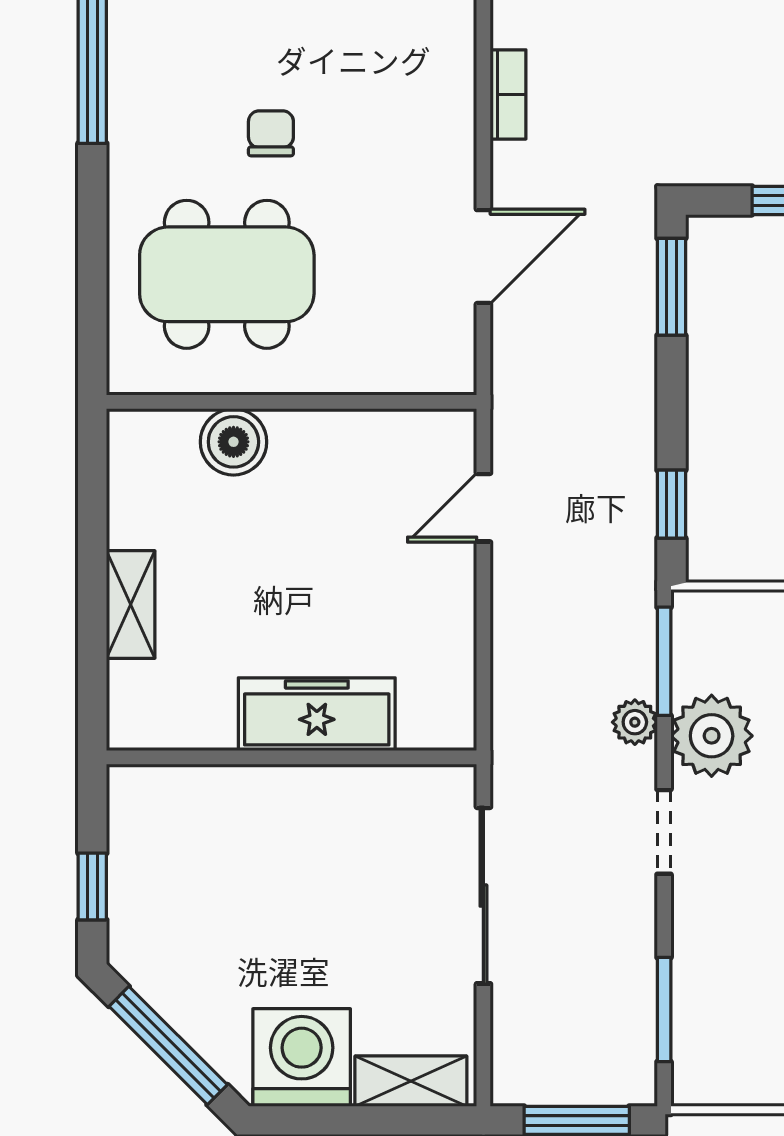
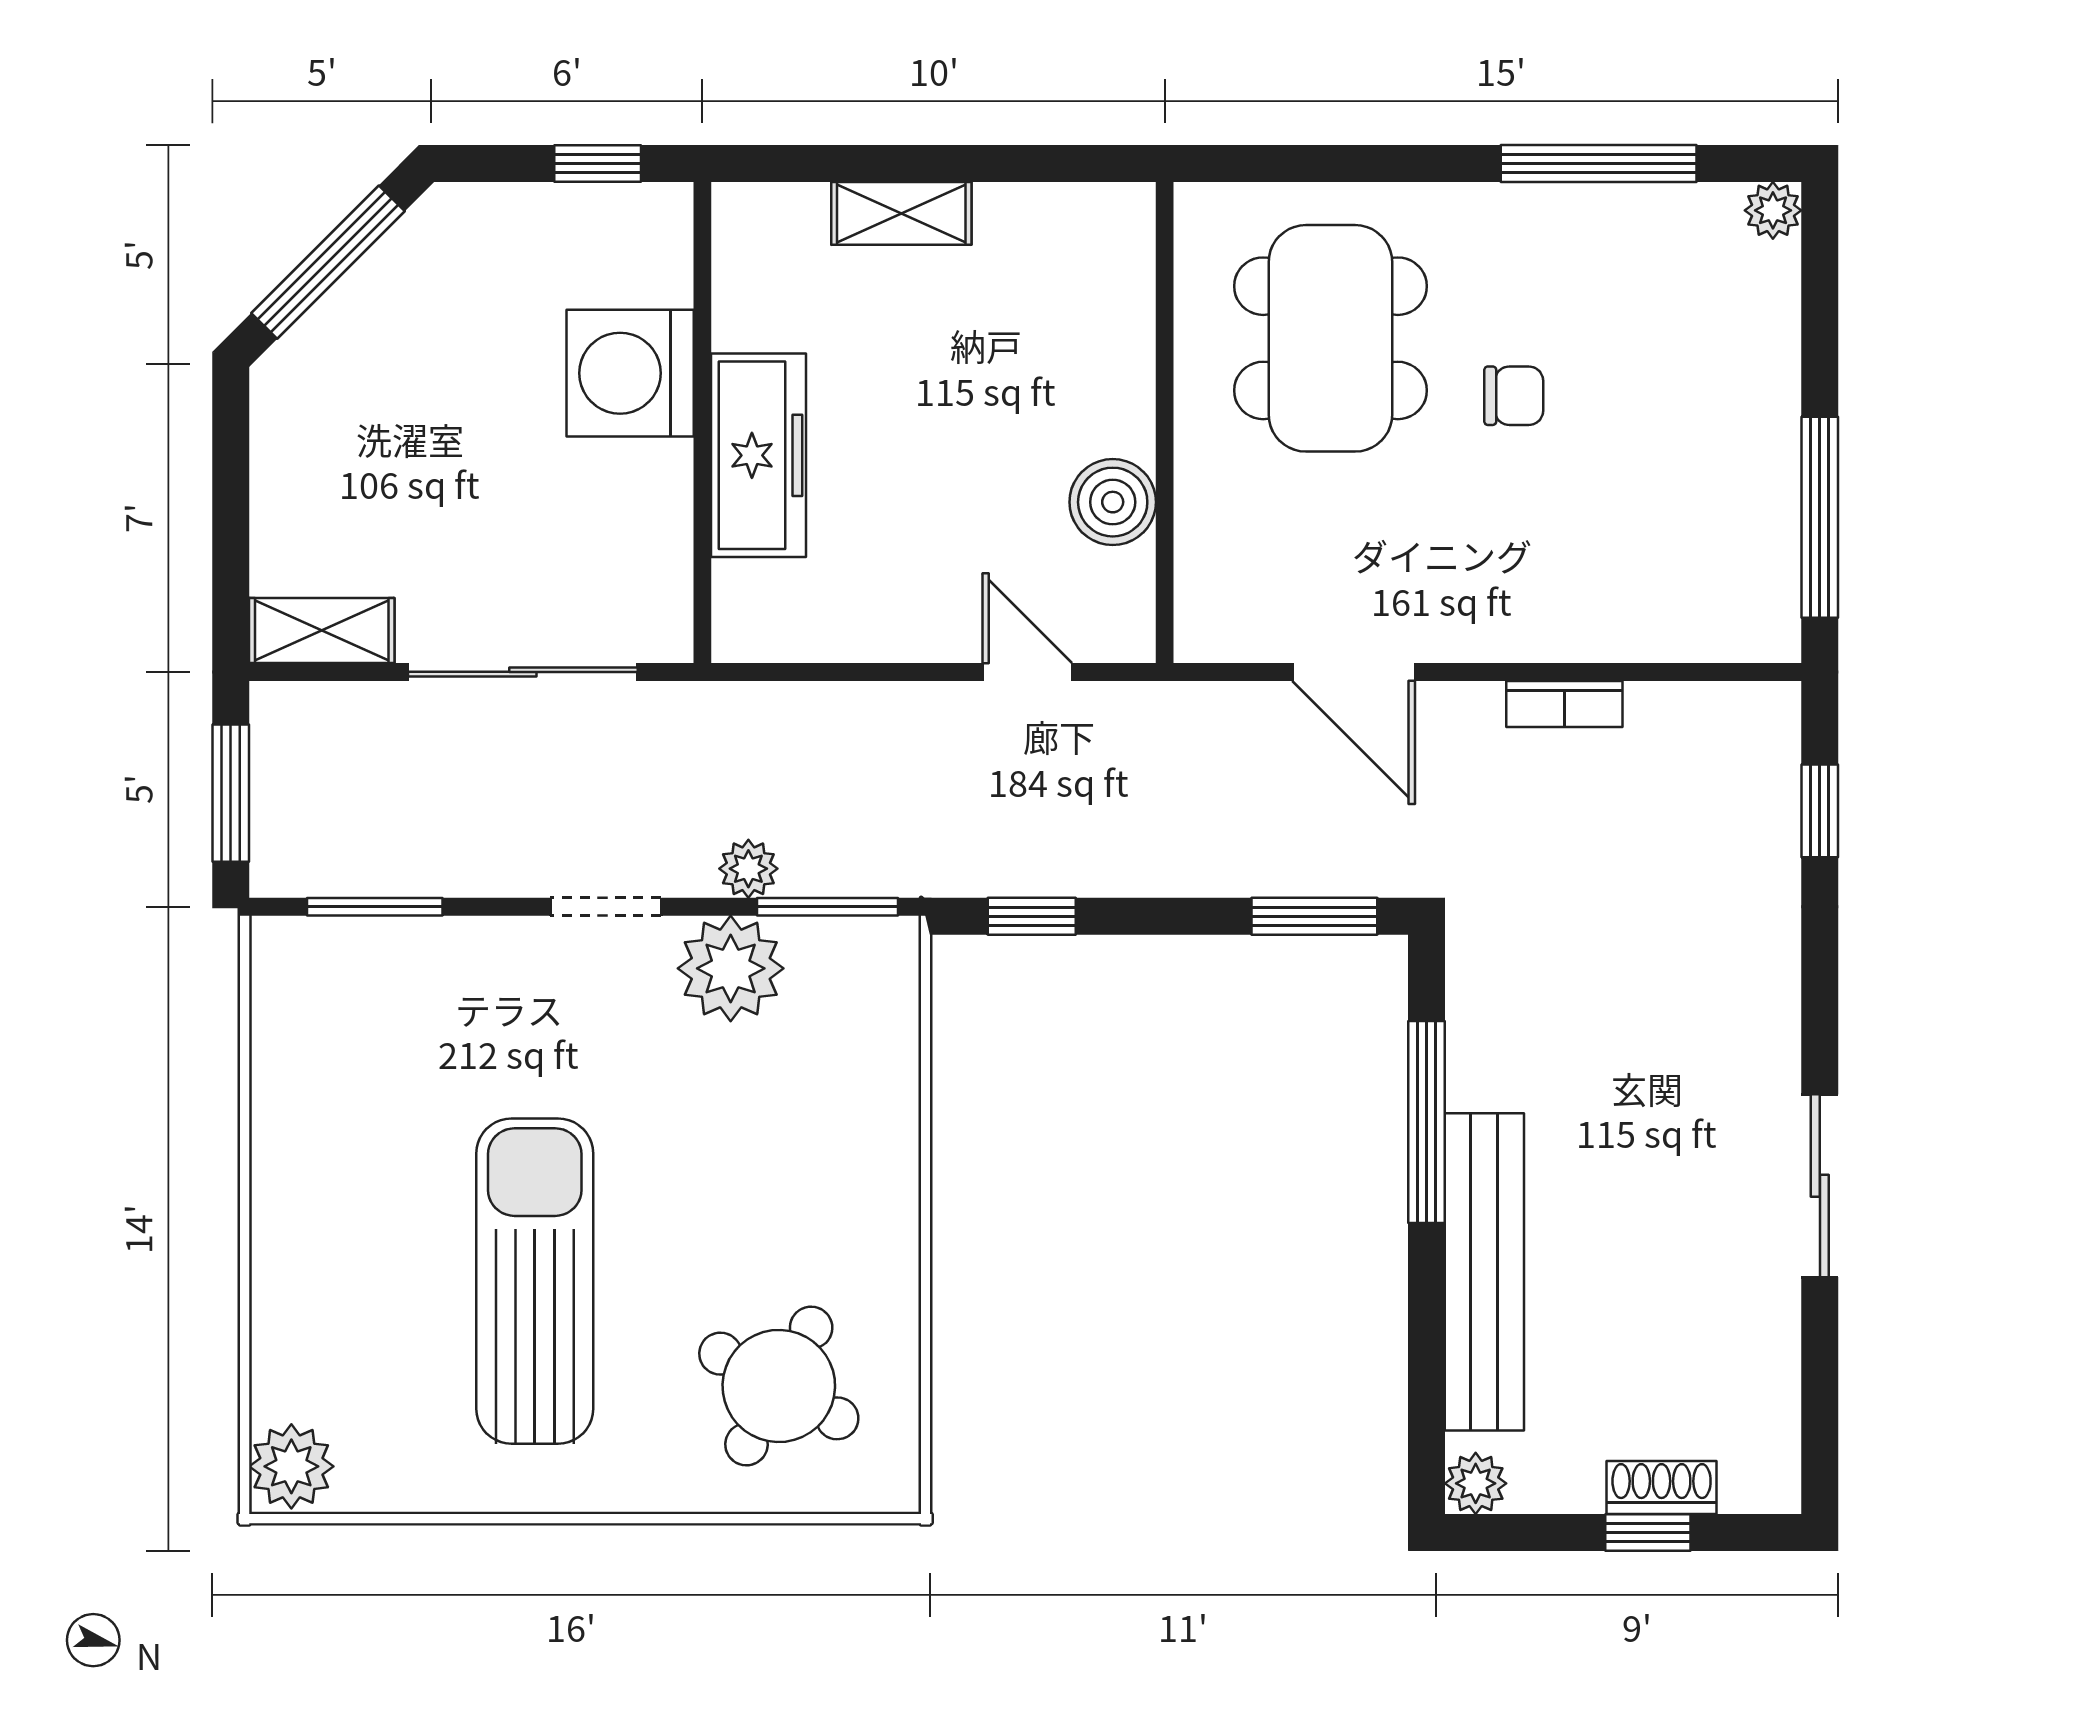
boiler: (233, 442) -> (1113, 502), moved
window: (92, 887) -> (598, 164), moved
washing machine: (302, 1057) -> (630, 373), moved, turned 180
shelving: (411, 1081) -> (322, 630), moved, turned 90

